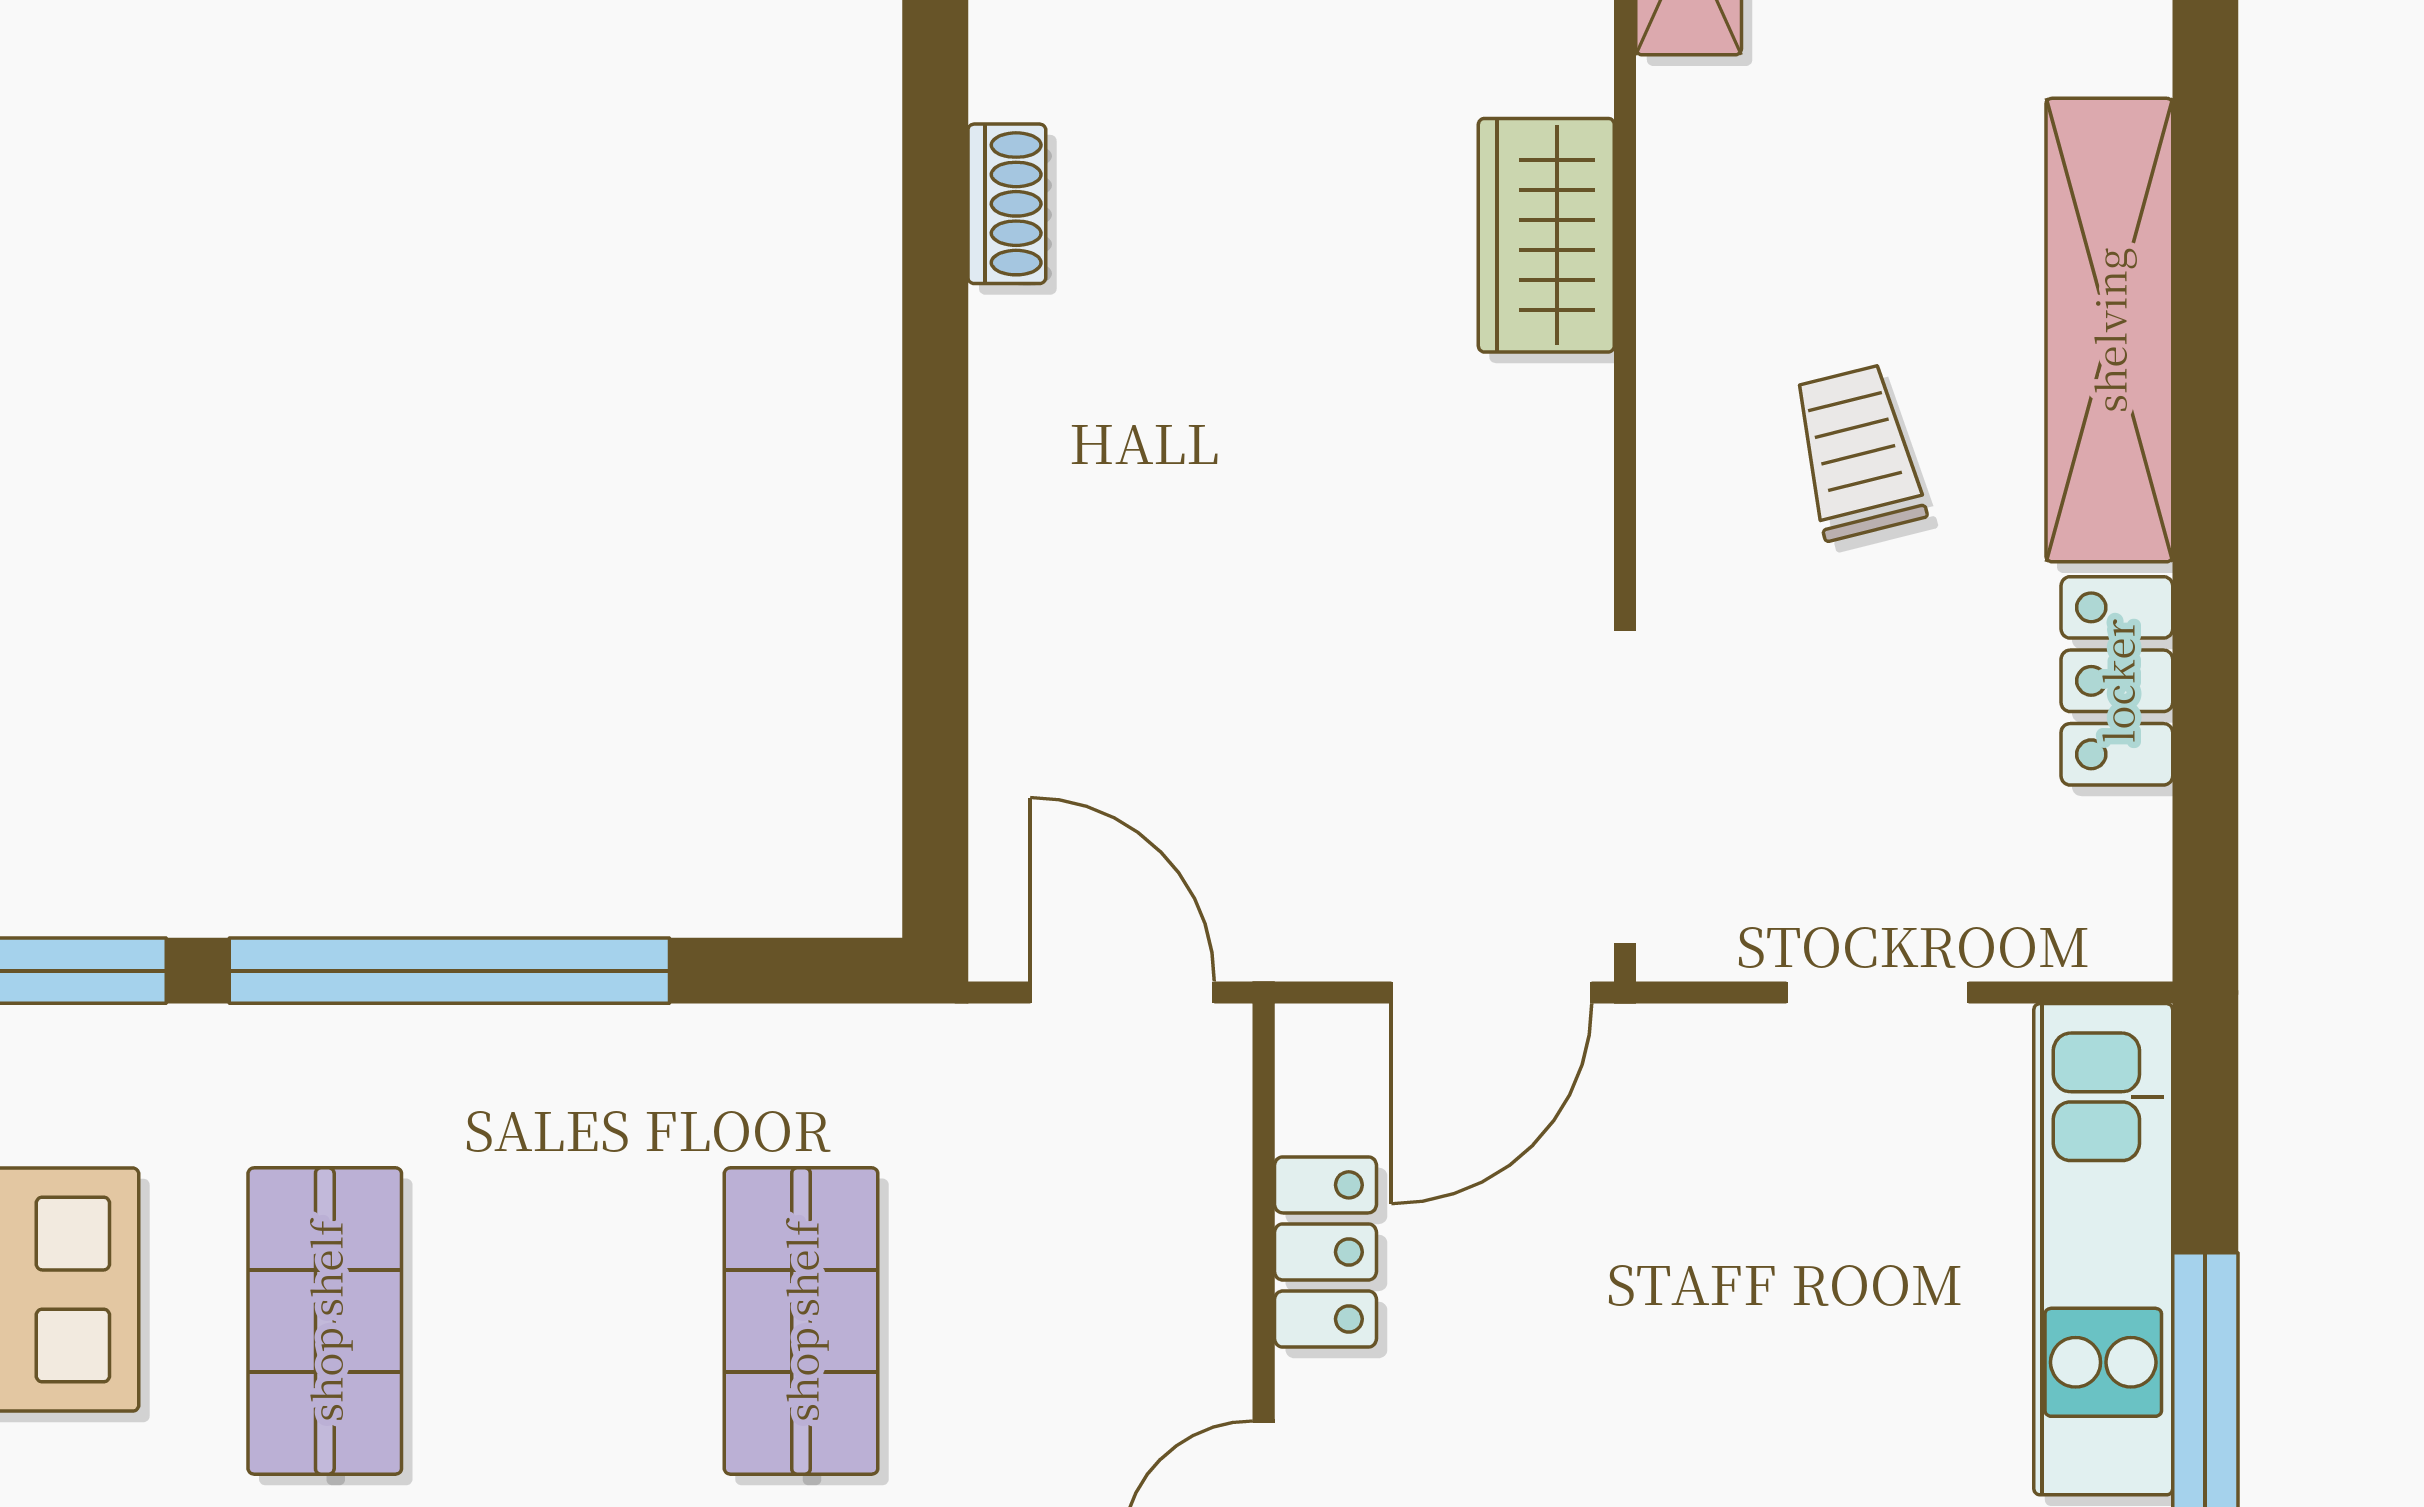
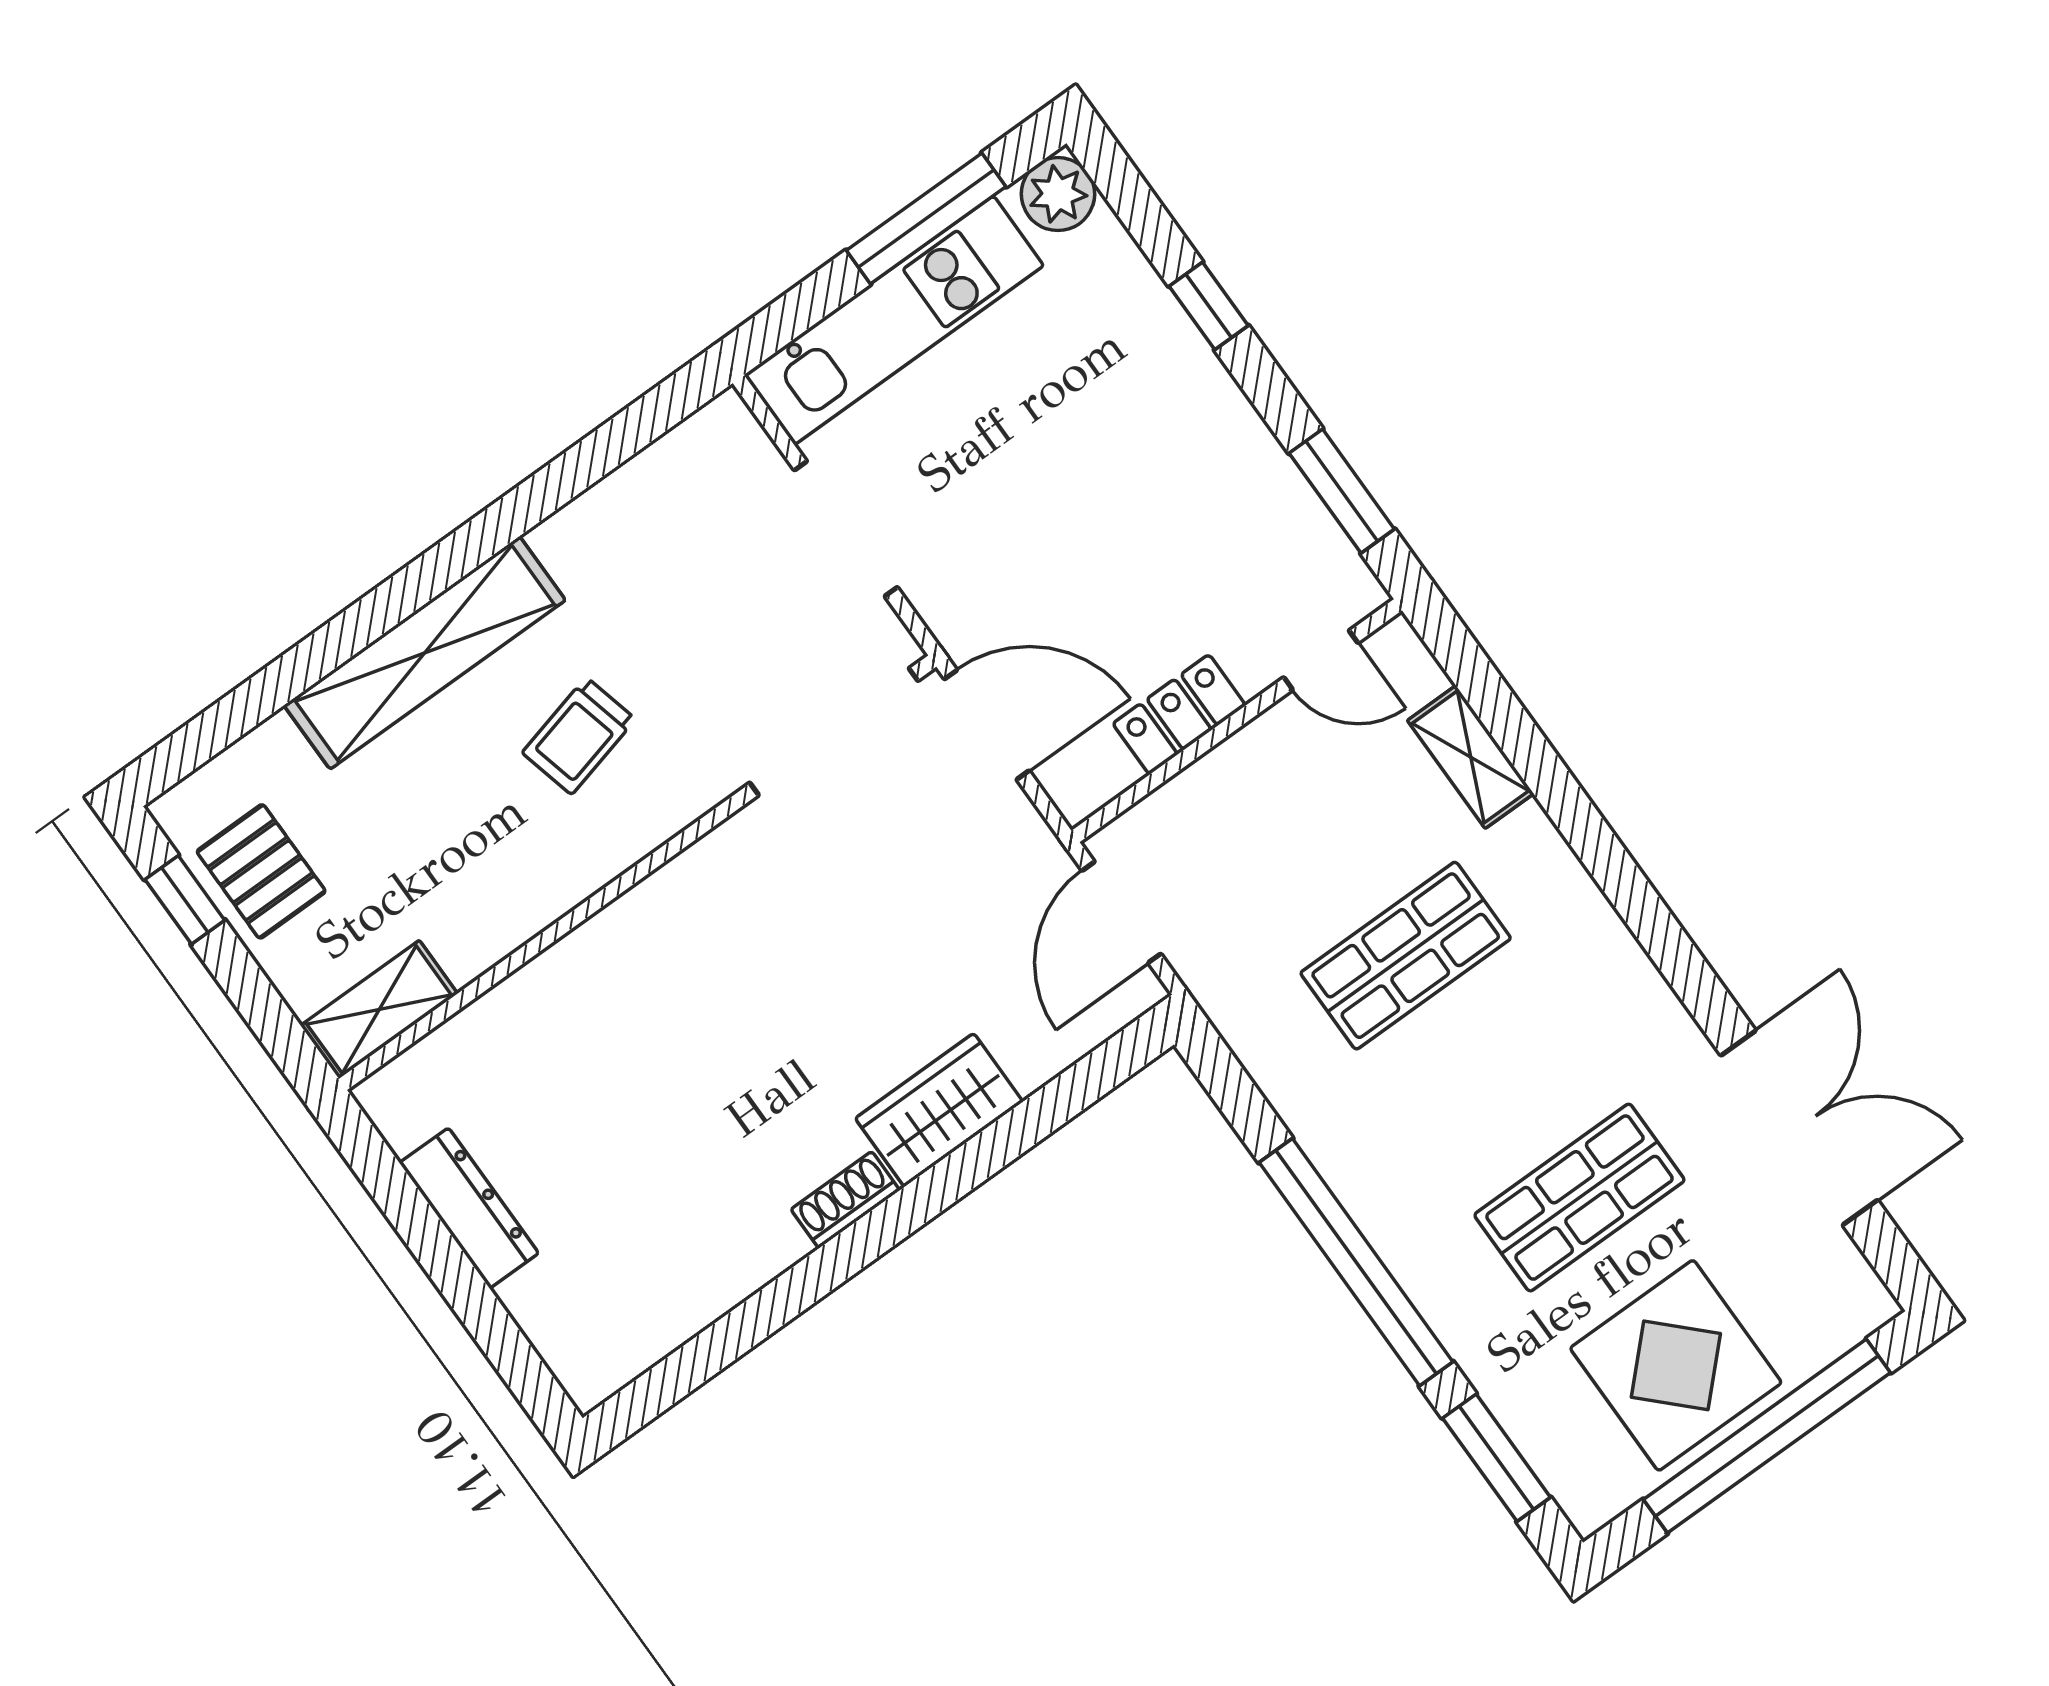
shoe rack: (1007, 204) -> (845, 1200), moved
wardrobe: (1546, 235) -> (939, 1110), moved, turned 180
locker: (2117, 681) -> (600, 521), removed
doorway: (1878, 993) -> (846, 529), width x1.38

